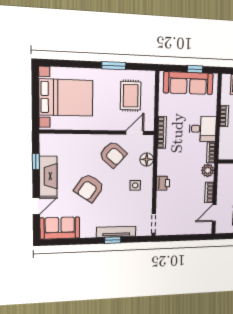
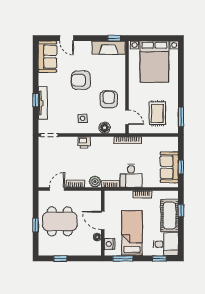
window: (114, 66) -> (181, 117), moved
sofa: (188, 83) -> (169, 167), width x0.73
rug: (131, 96) -> (157, 113), turned 90
armchair: (113, 154) -> (109, 99), turned 138
window: (36, 162) -> (114, 38), moved
fireplace: (48, 176) -> (109, 48), moved
armchair: (89, 188) -> (81, 80), turned -35
door: (214, 213) -> (57, 189), hinge flipped

